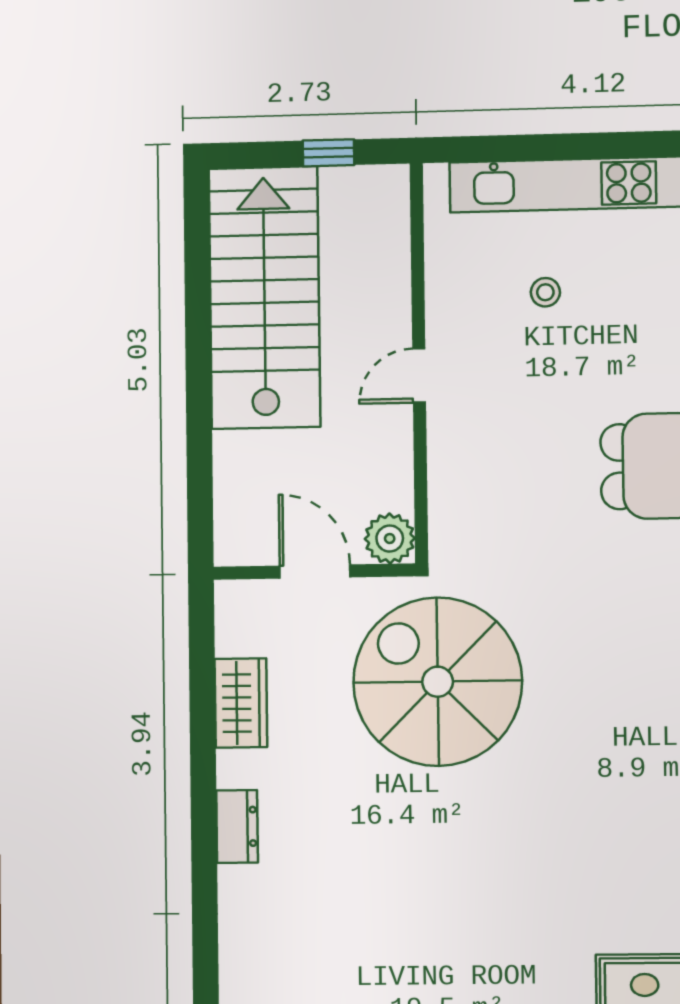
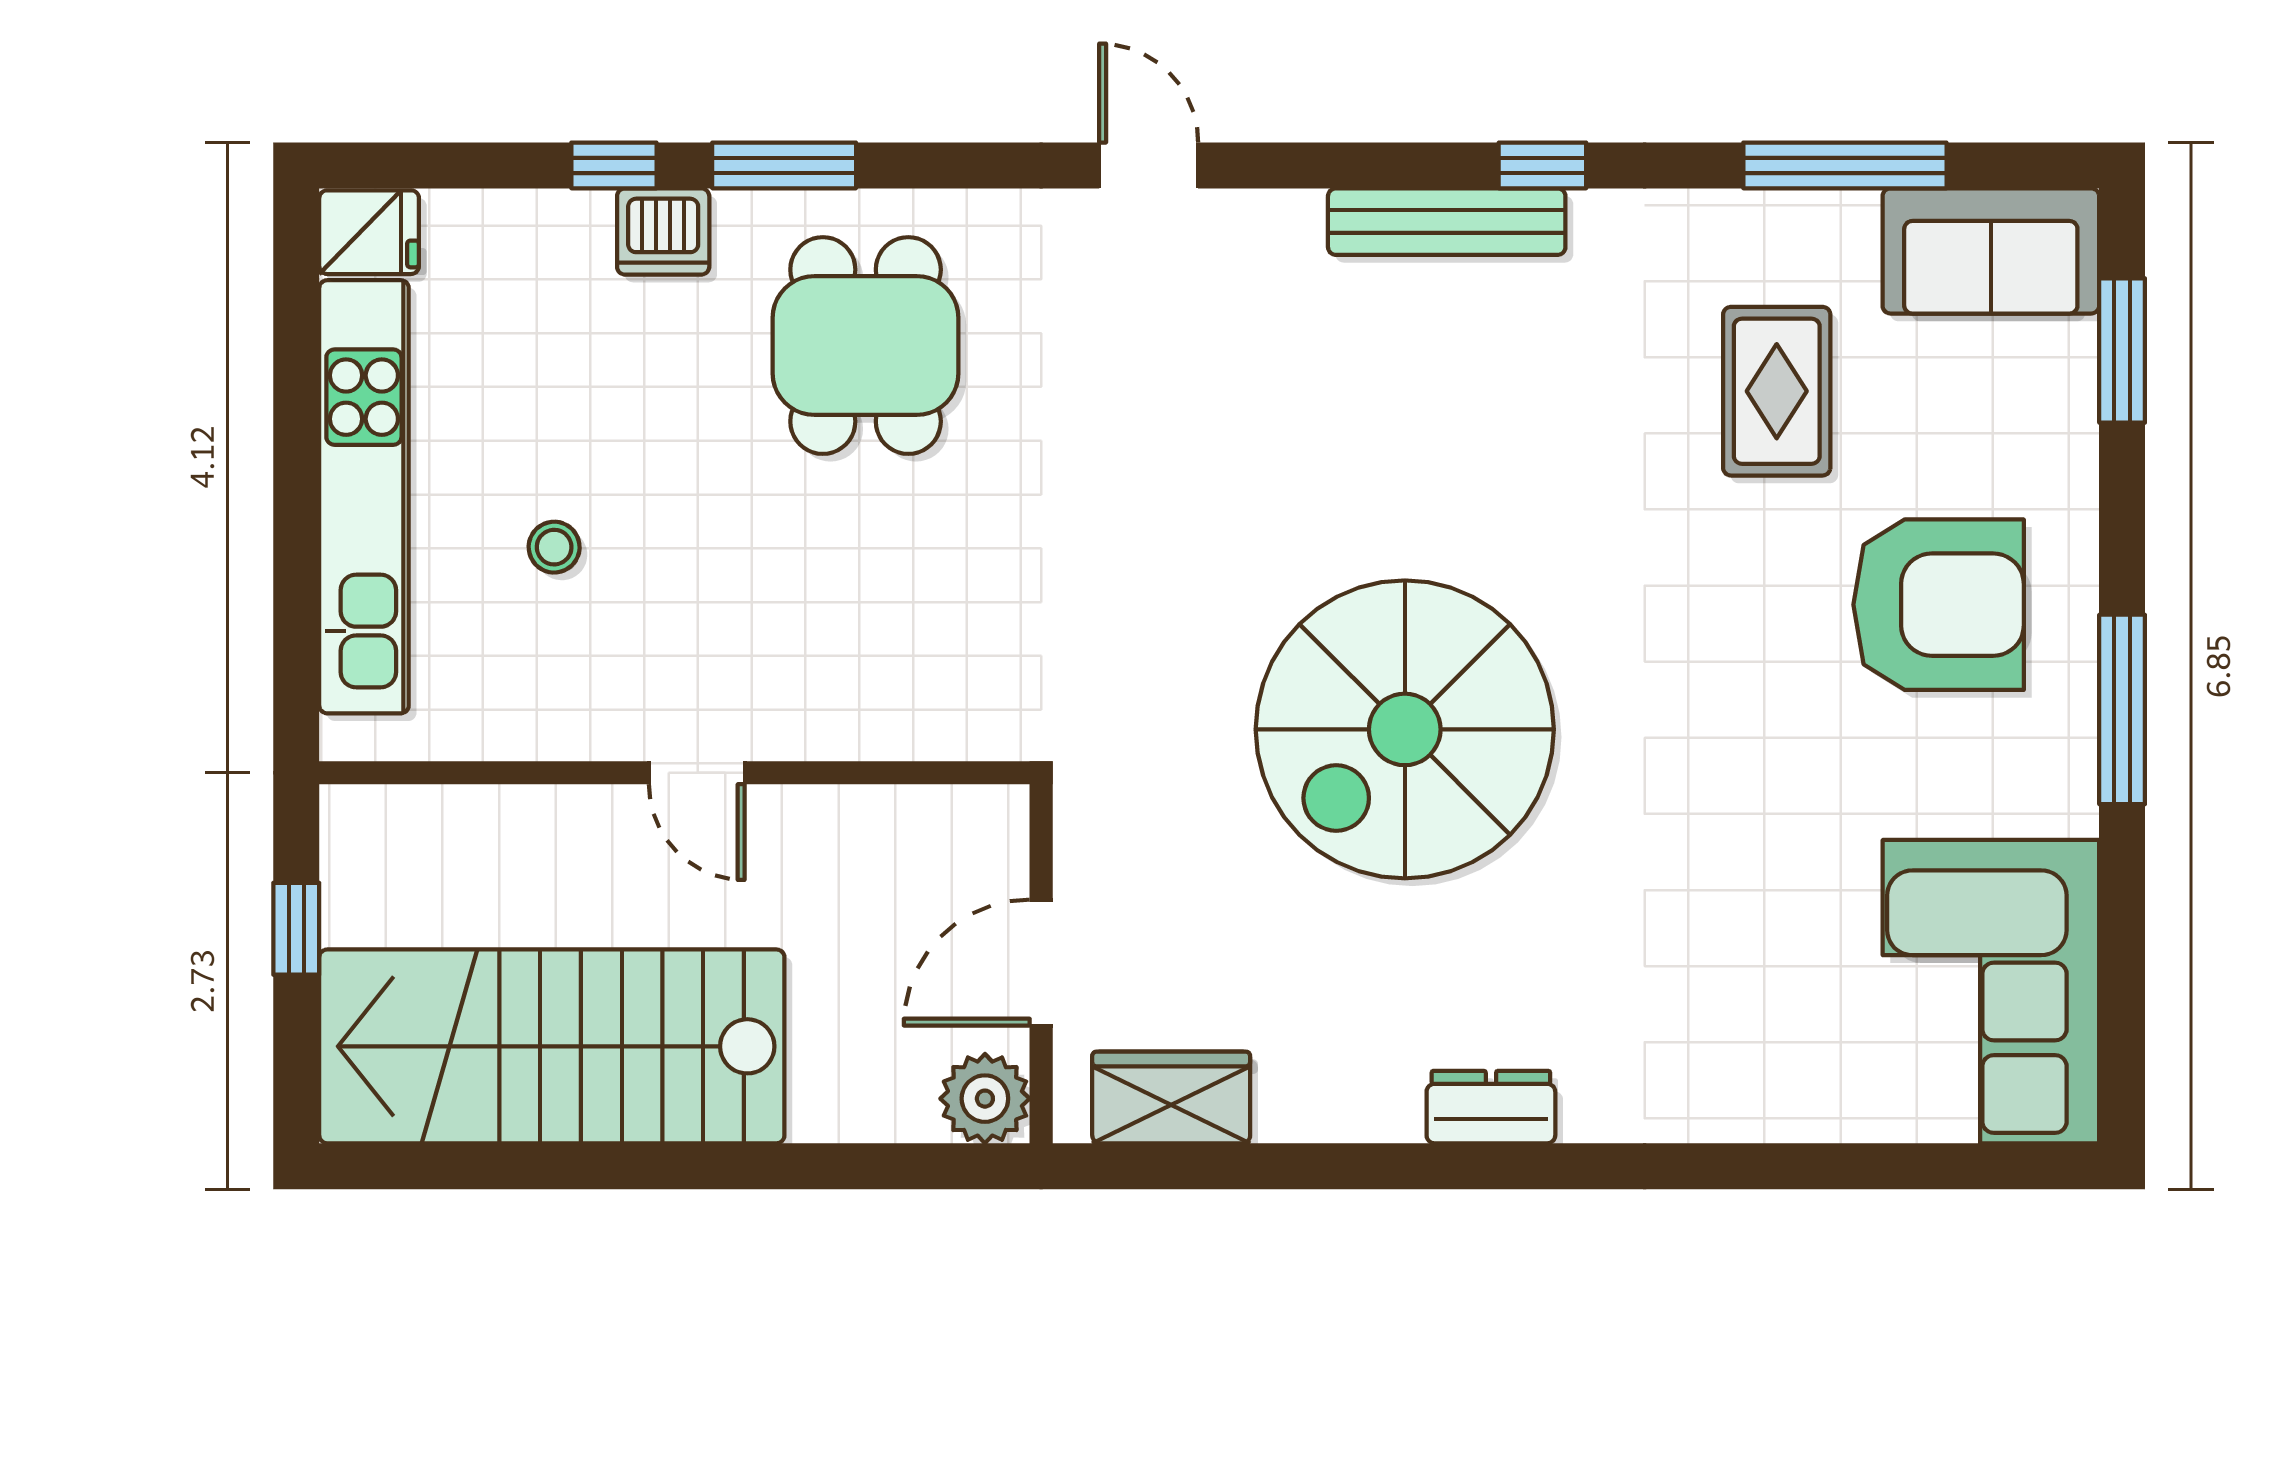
plant: (390, 539) -> (985, 1099), moved
spiral stairs: (438, 682) -> (1405, 729), moved
wardrobe: (241, 703) -> (1171, 1097), moved

